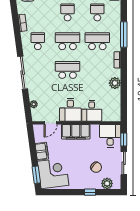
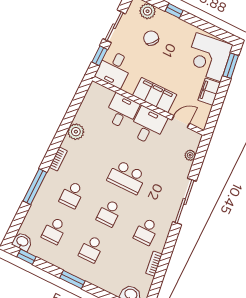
school desk: (68, 41) -> (109, 213), width x0.54
school desk: (97, 41) -> (72, 195), width x0.54

